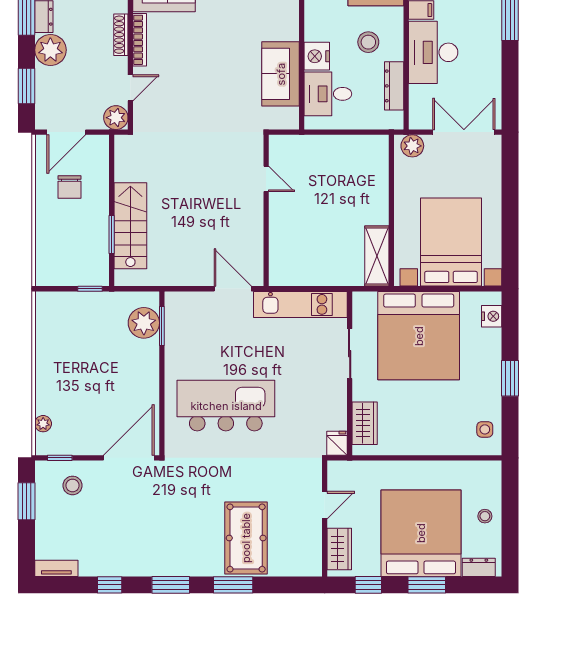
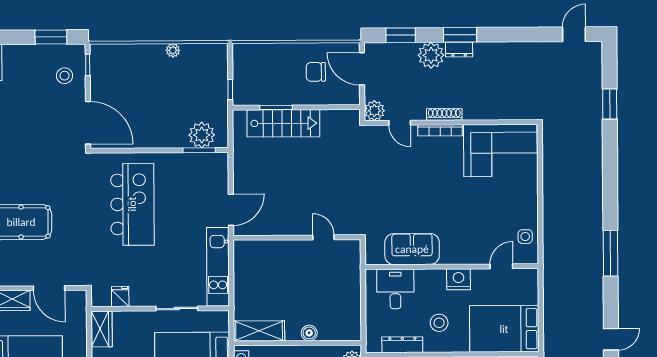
nightstand: (317, 56) -> (459, 279), moved
door: (266, 179) -> (323, 237), swing flipped
boiler: (380, 196) -> (309, 333), added
wardrobe: (365, 423) -> (102, 329), moved, turned -90
plant: (43, 424) -> (173, 50), moved
fridge: (337, 443) -> (120, 296), moved, turned -90
door: (325, 505) -> (49, 288), width x1.38

